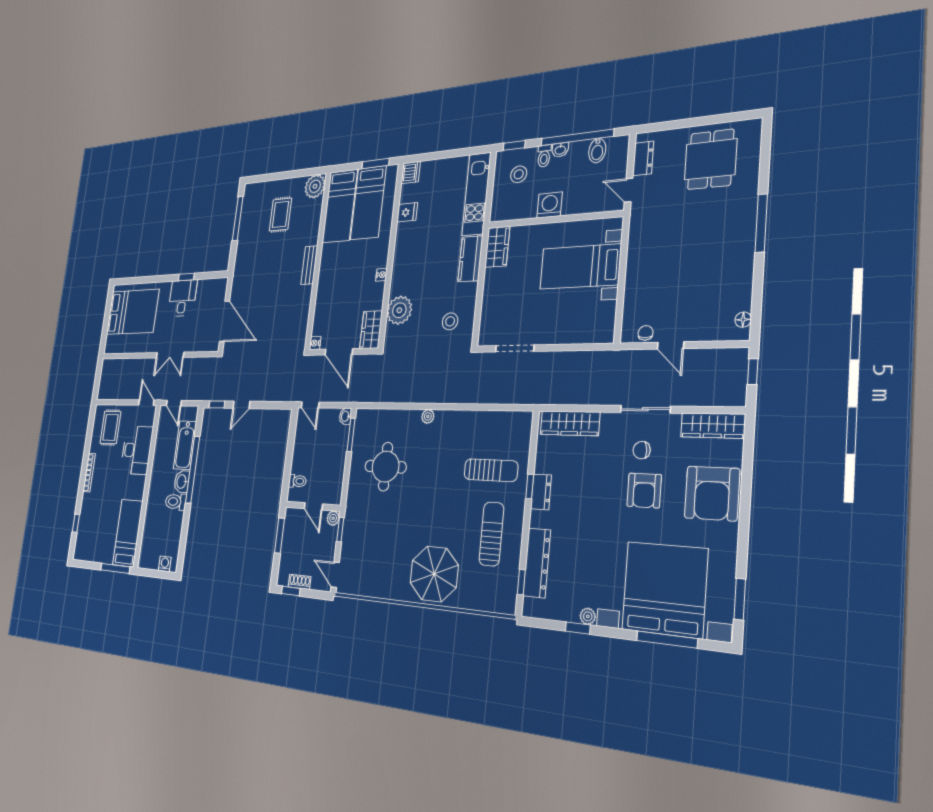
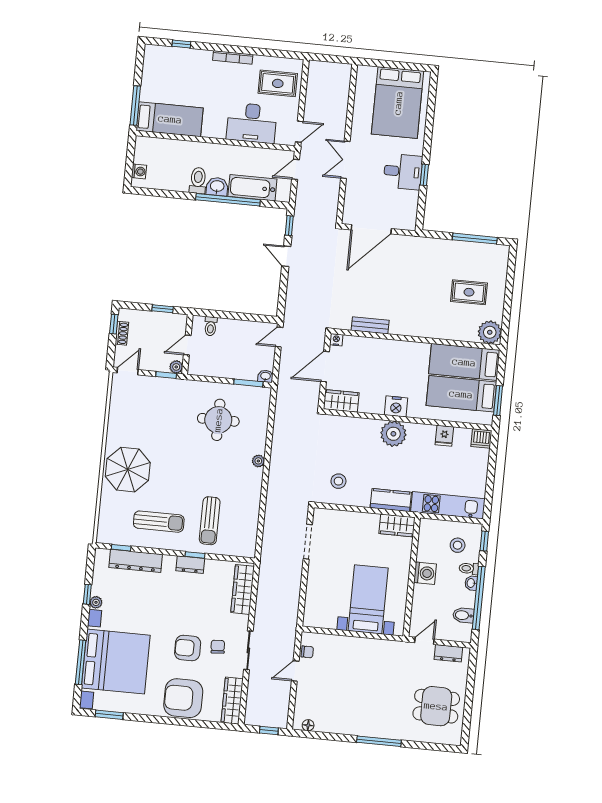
bench: (309, 265) -> (370, 325), moved
nightstand: (381, 275) -> (396, 406), width x1.89, depth x1.79
plant: (399, 310) -> (393, 434), moved
window: (280, 536) -> (163, 309), width x0.67

